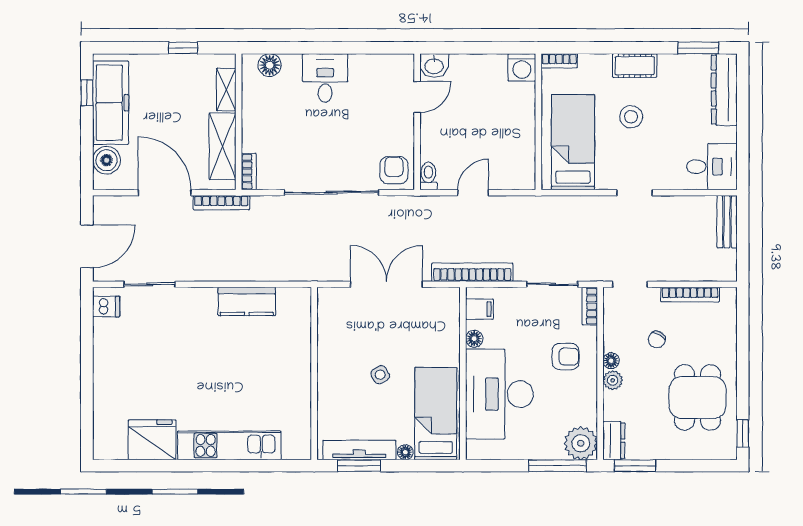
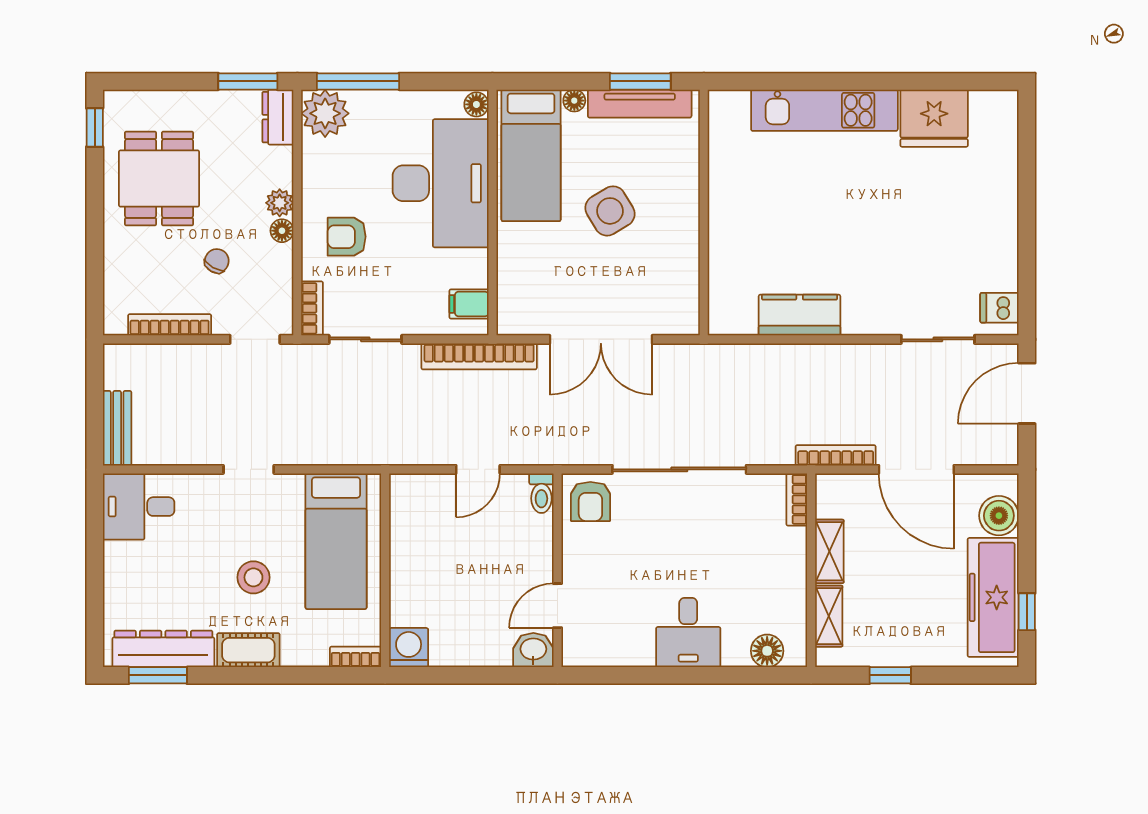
dresser: (724, 90) -> (163, 649), moved, turned -90
shelving: (223, 146) -> (829, 551), width x0.67, depth x0.75
floor lamp: (474, 339) -> (476, 104), moved
side table: (380, 375) -> (610, 211), width x1.87, depth x1.87

